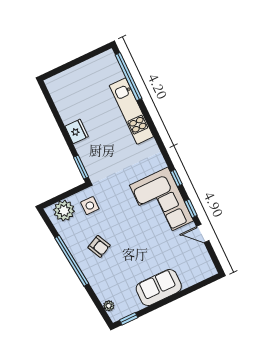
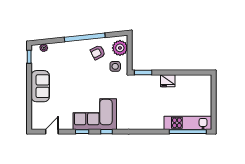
kitchen unit: (131, 111) -> (188, 123), moved
door: (203, 234) -> (52, 132), moved
armchair: (99, 246) -> (98, 52), moved

